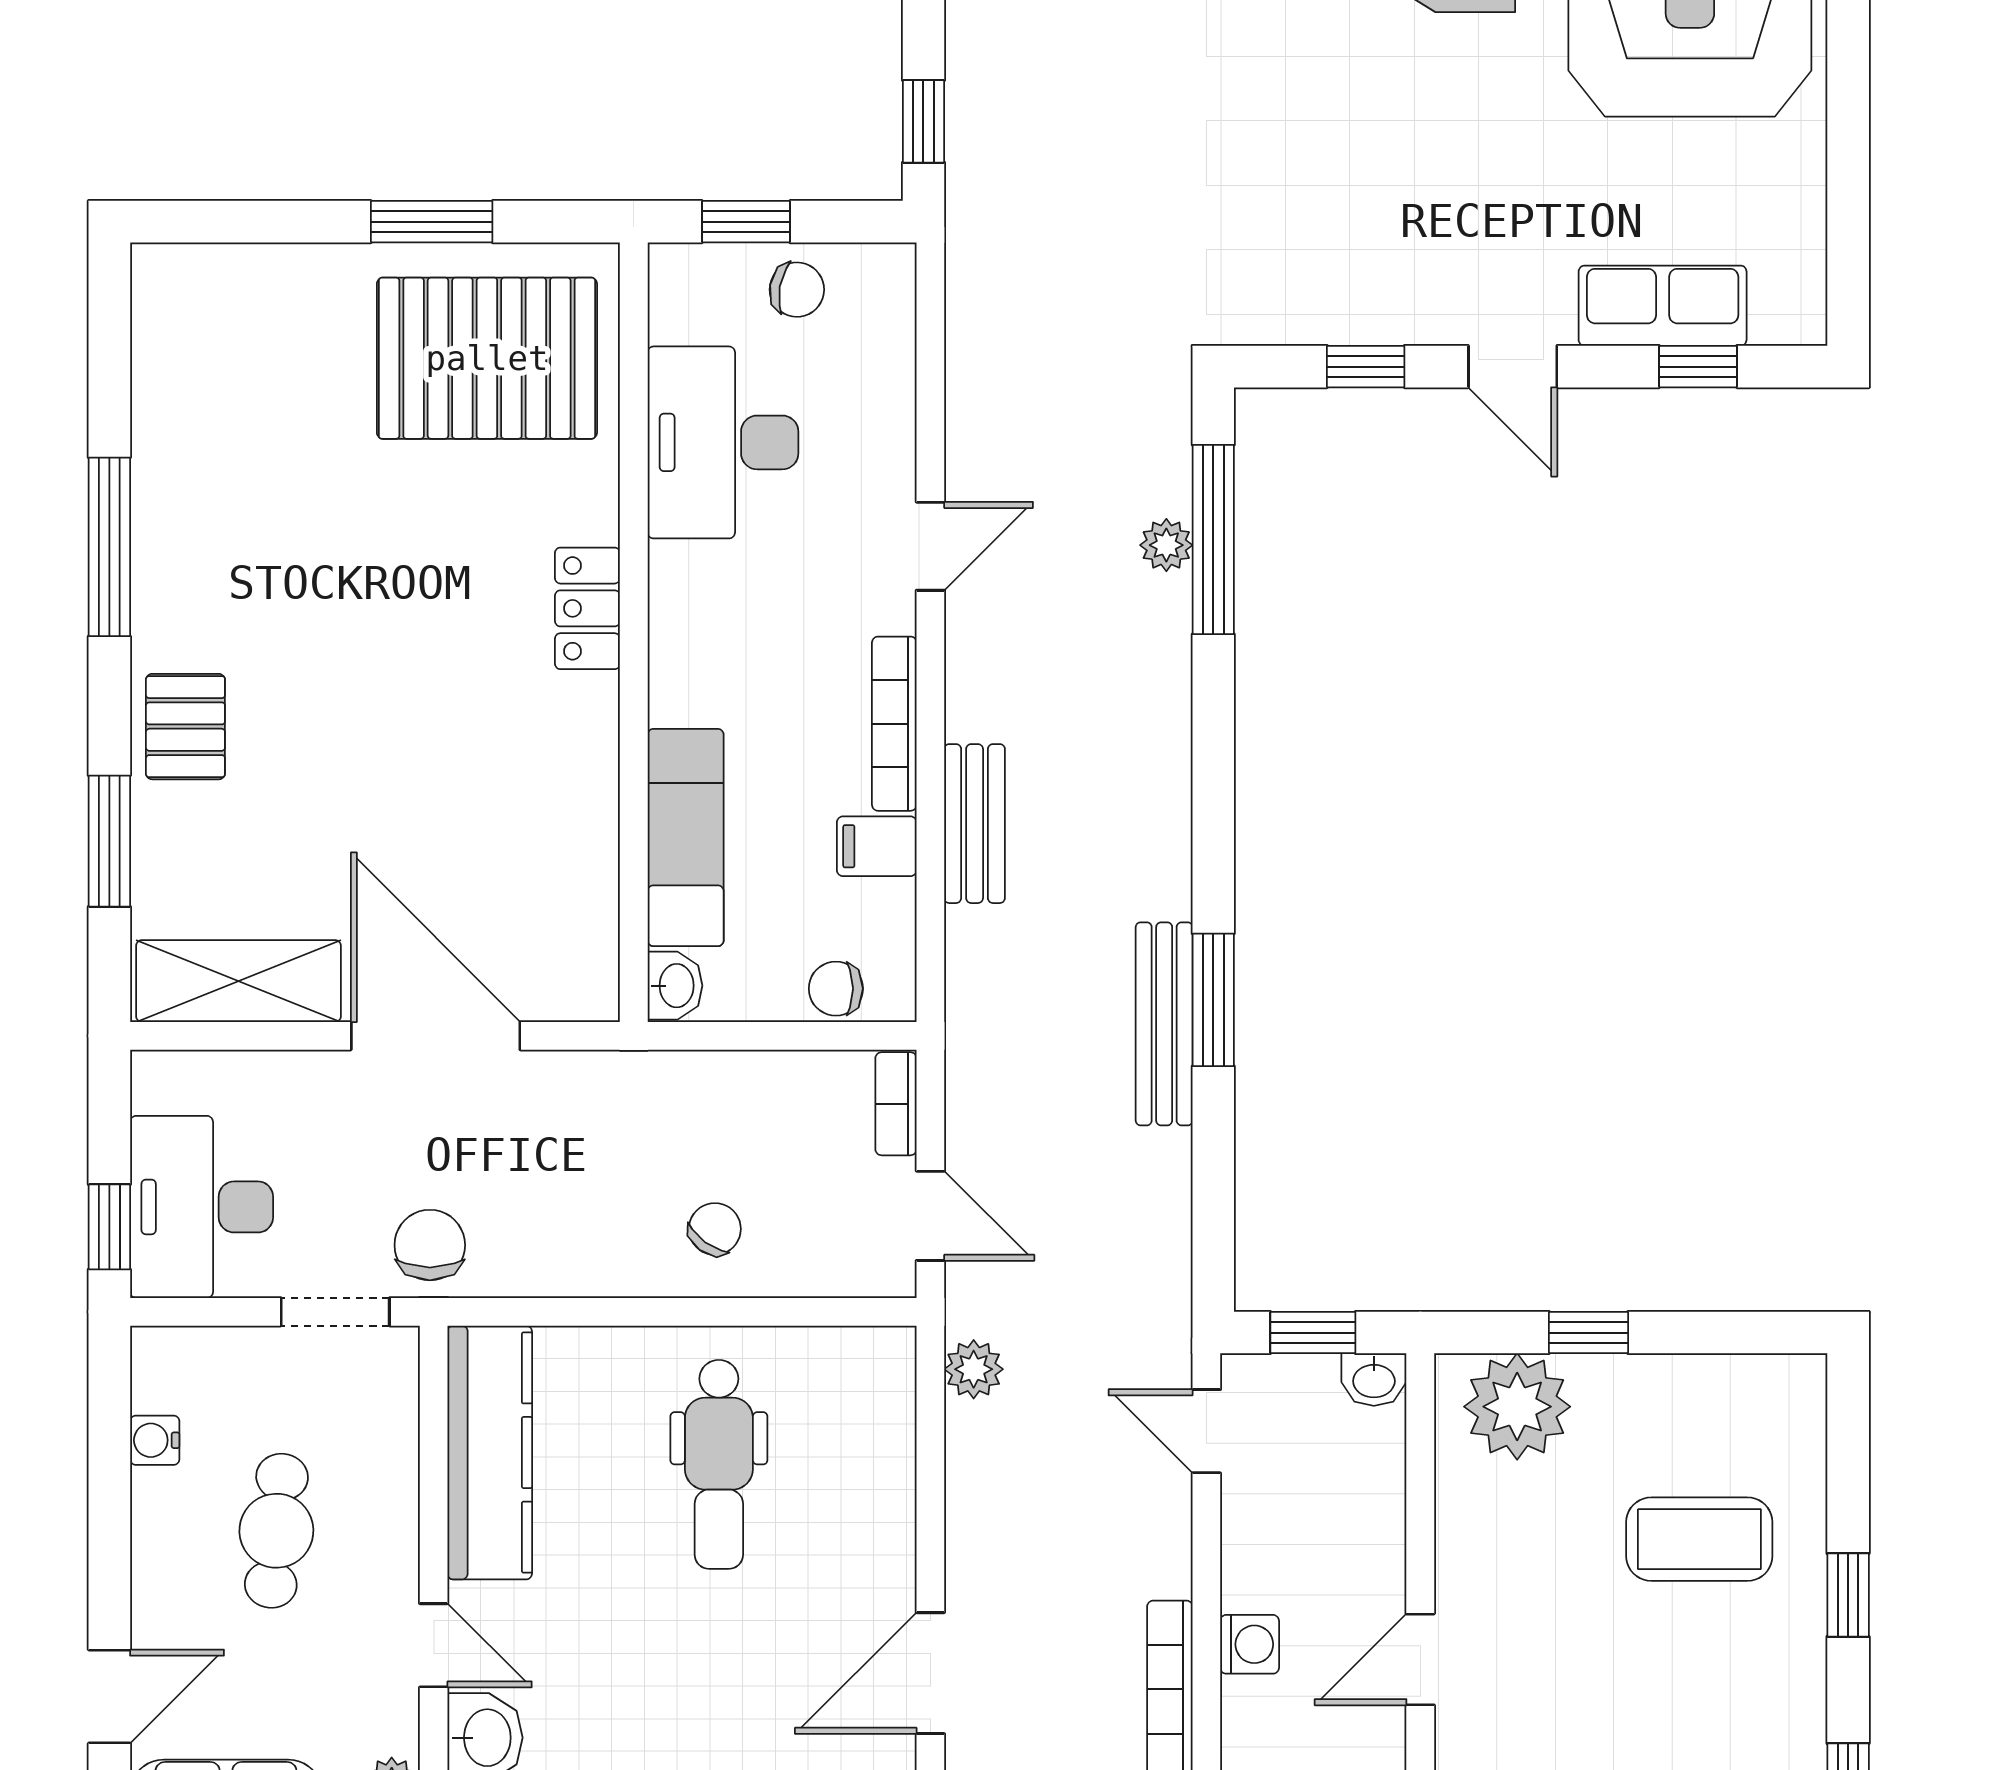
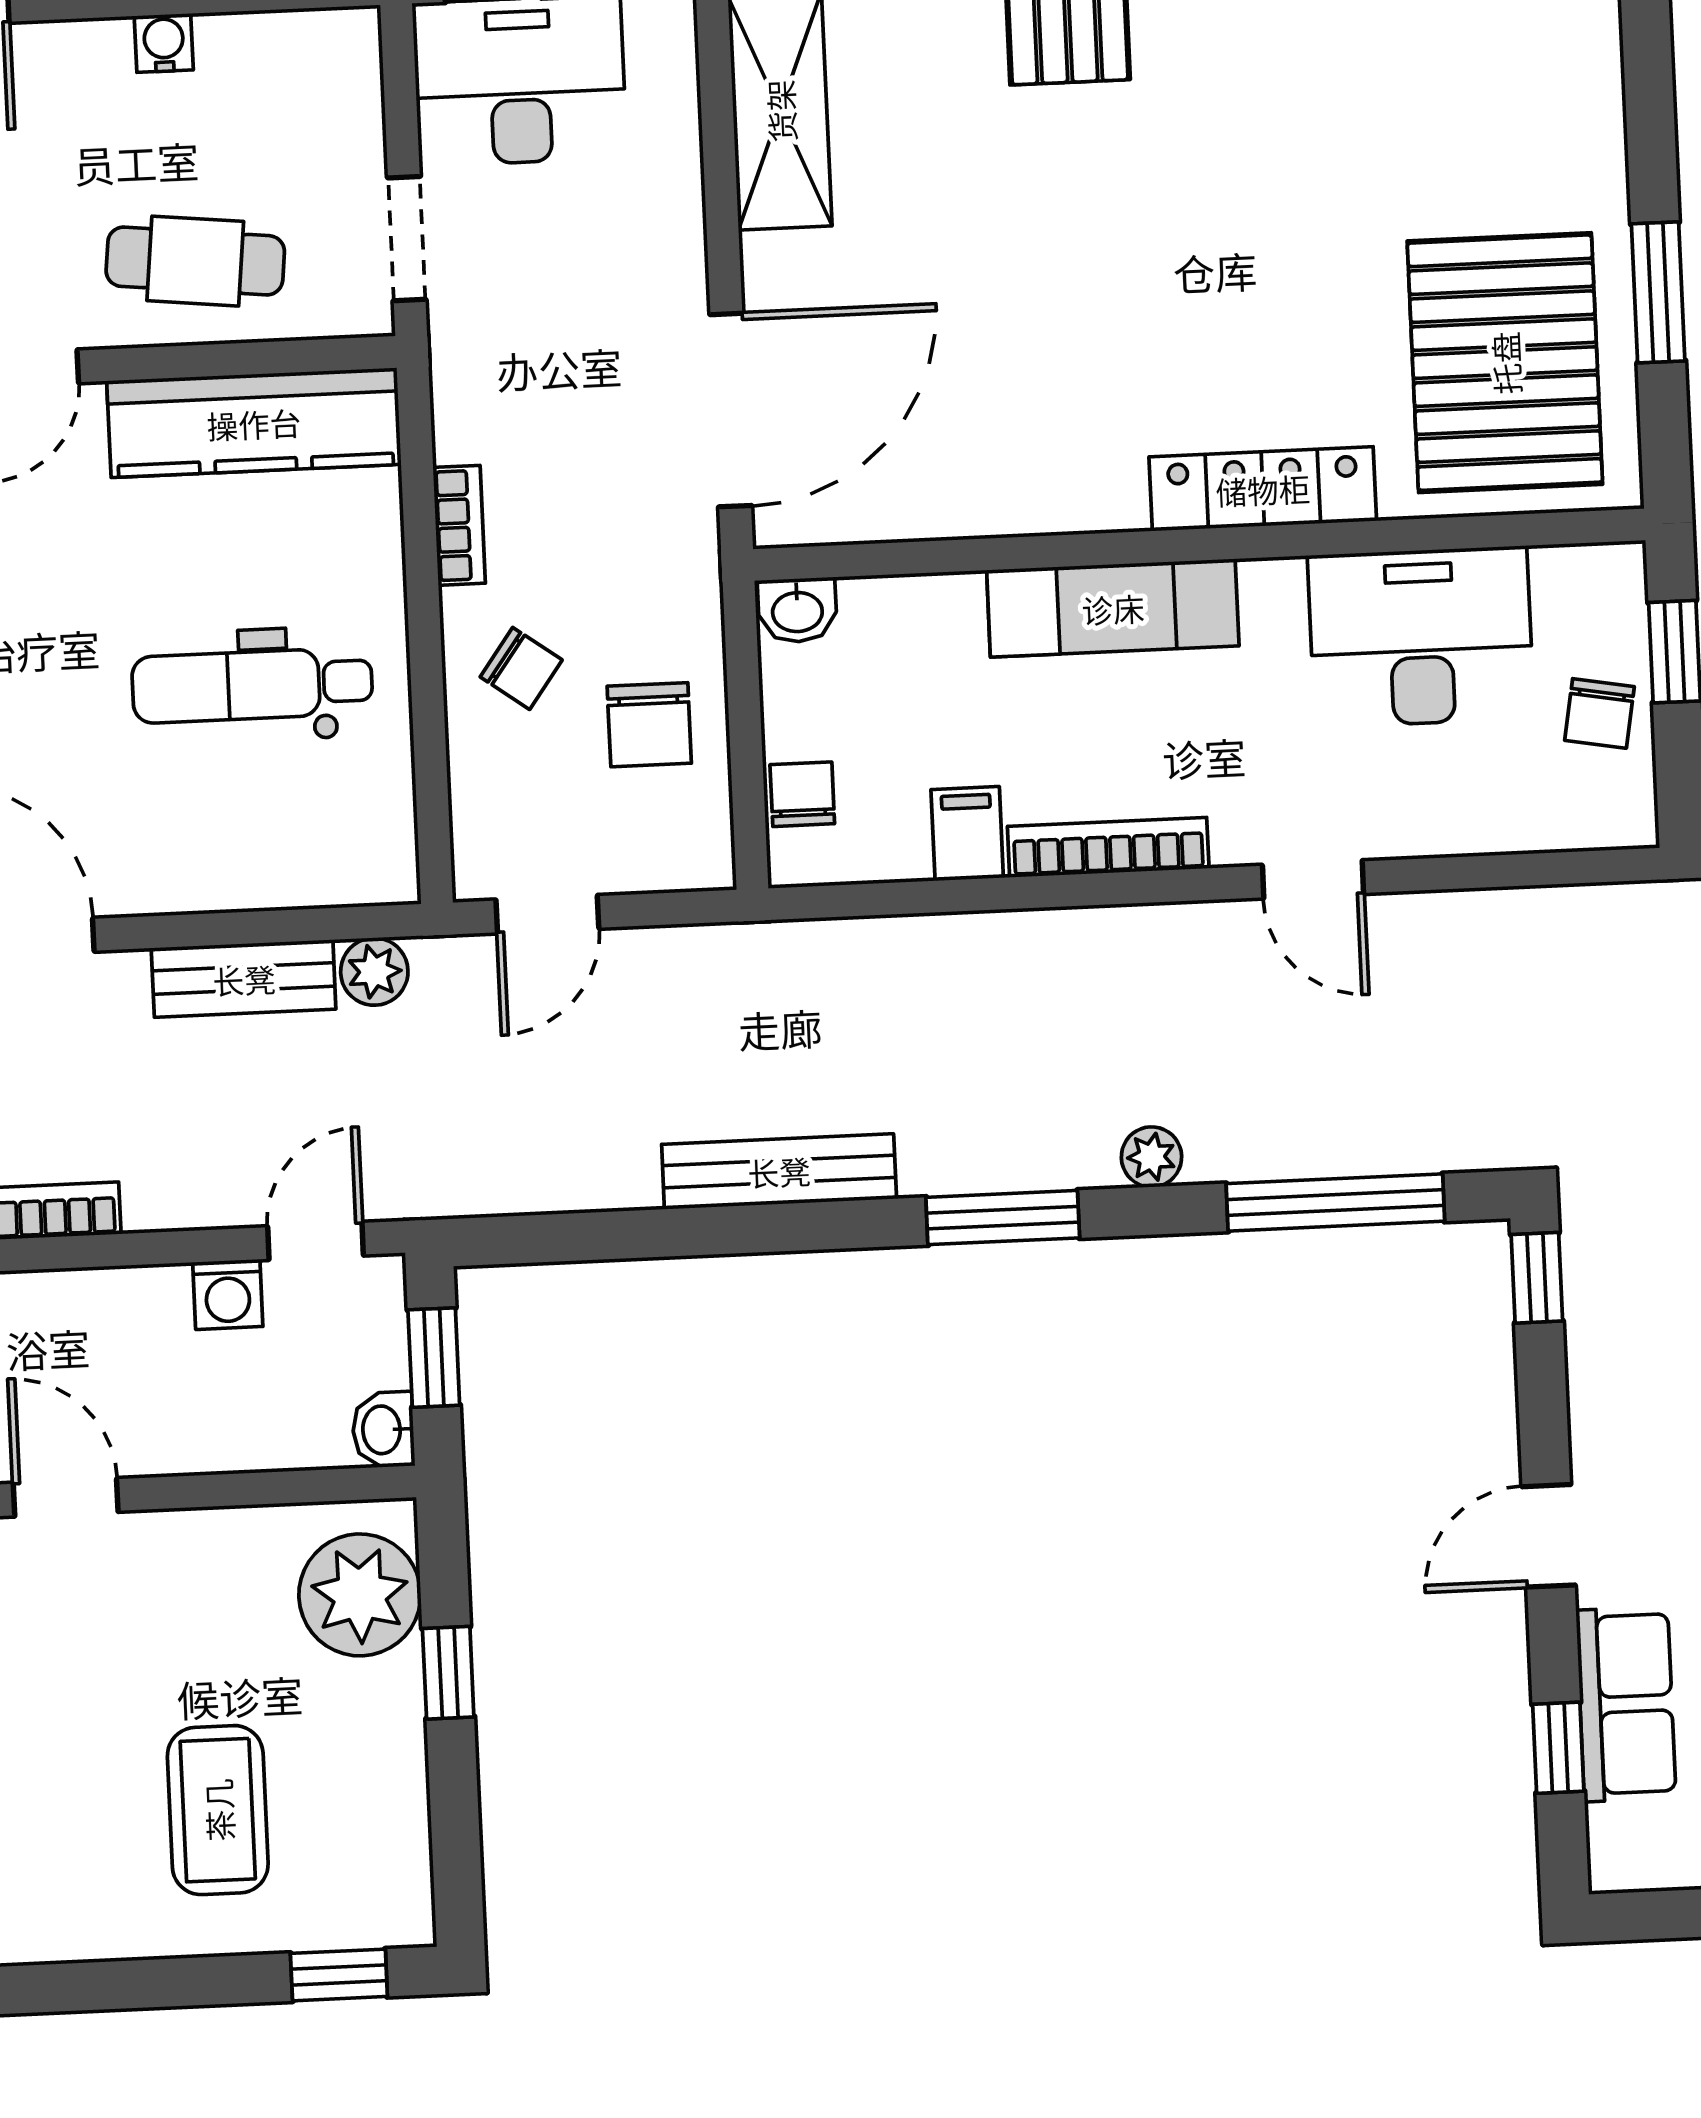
window: (1366, 367) -> (1537, 1278), moved
plant: (1166, 545) -> (1151, 1157), moved
locker: (587, 608) -> (1263, 489), width x1.53
bench: (975, 824) -> (244, 979), moved
exam couch: (686, 837) -> (1113, 608), moved
window: (1213, 1000) -> (1003, 1218), moved
door: (436, 1036) -> (731, 410), moved
bookcase: (896, 1104) -> (459, 525), moved, turned 90
chair: (430, 1245) -> (649, 725), moved, turned 90
water cooler: (155, 1440) -> (164, 43), moved
cafe table: (276, 1531) -> (195, 261), moved
window: (1848, 1595) -> (339, 1975), moved
washing machine: (1250, 1644) -> (228, 1294), moved

